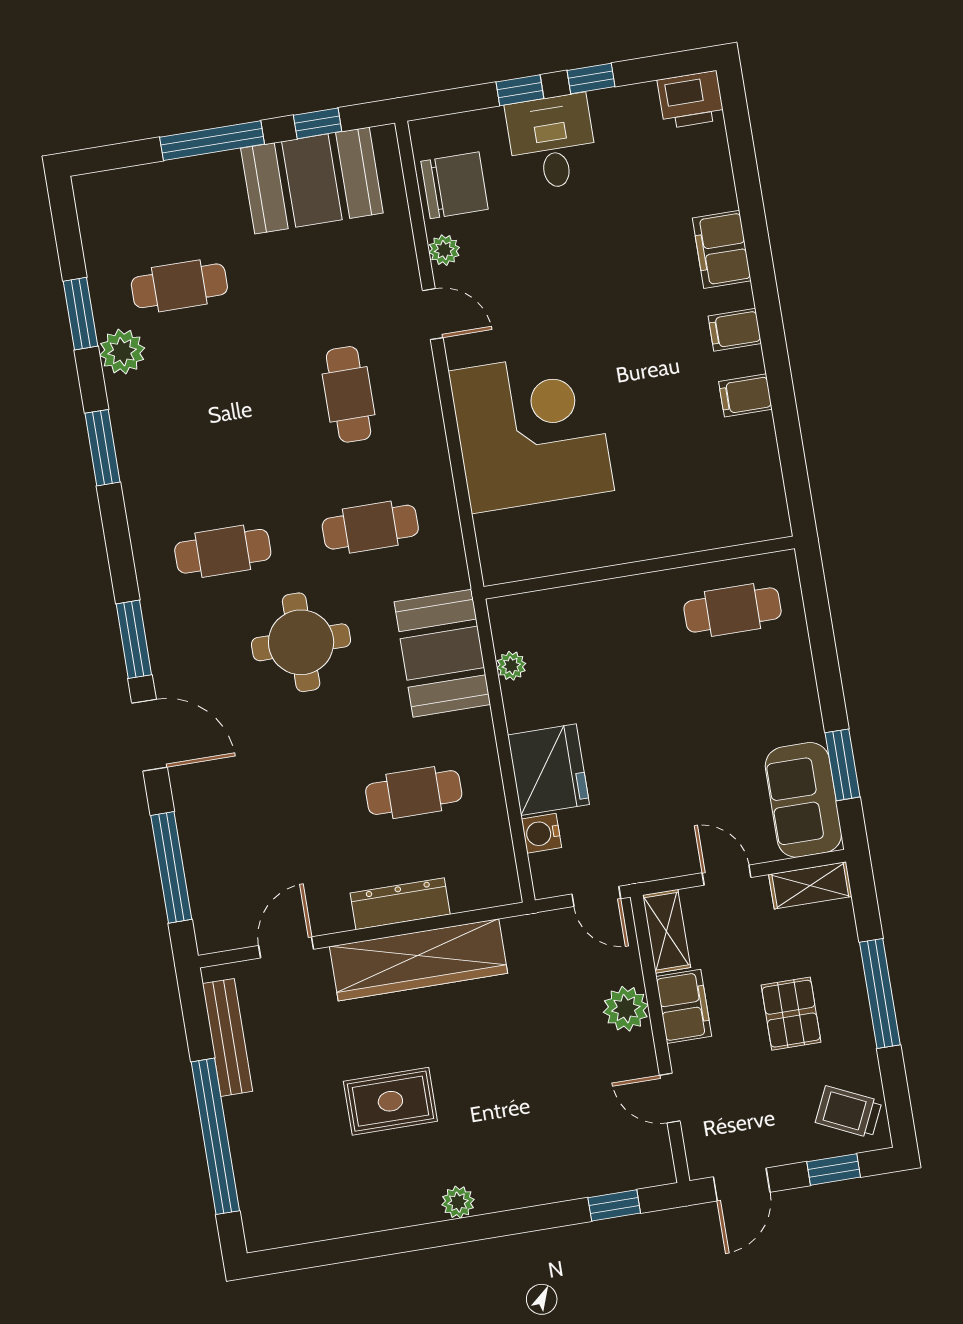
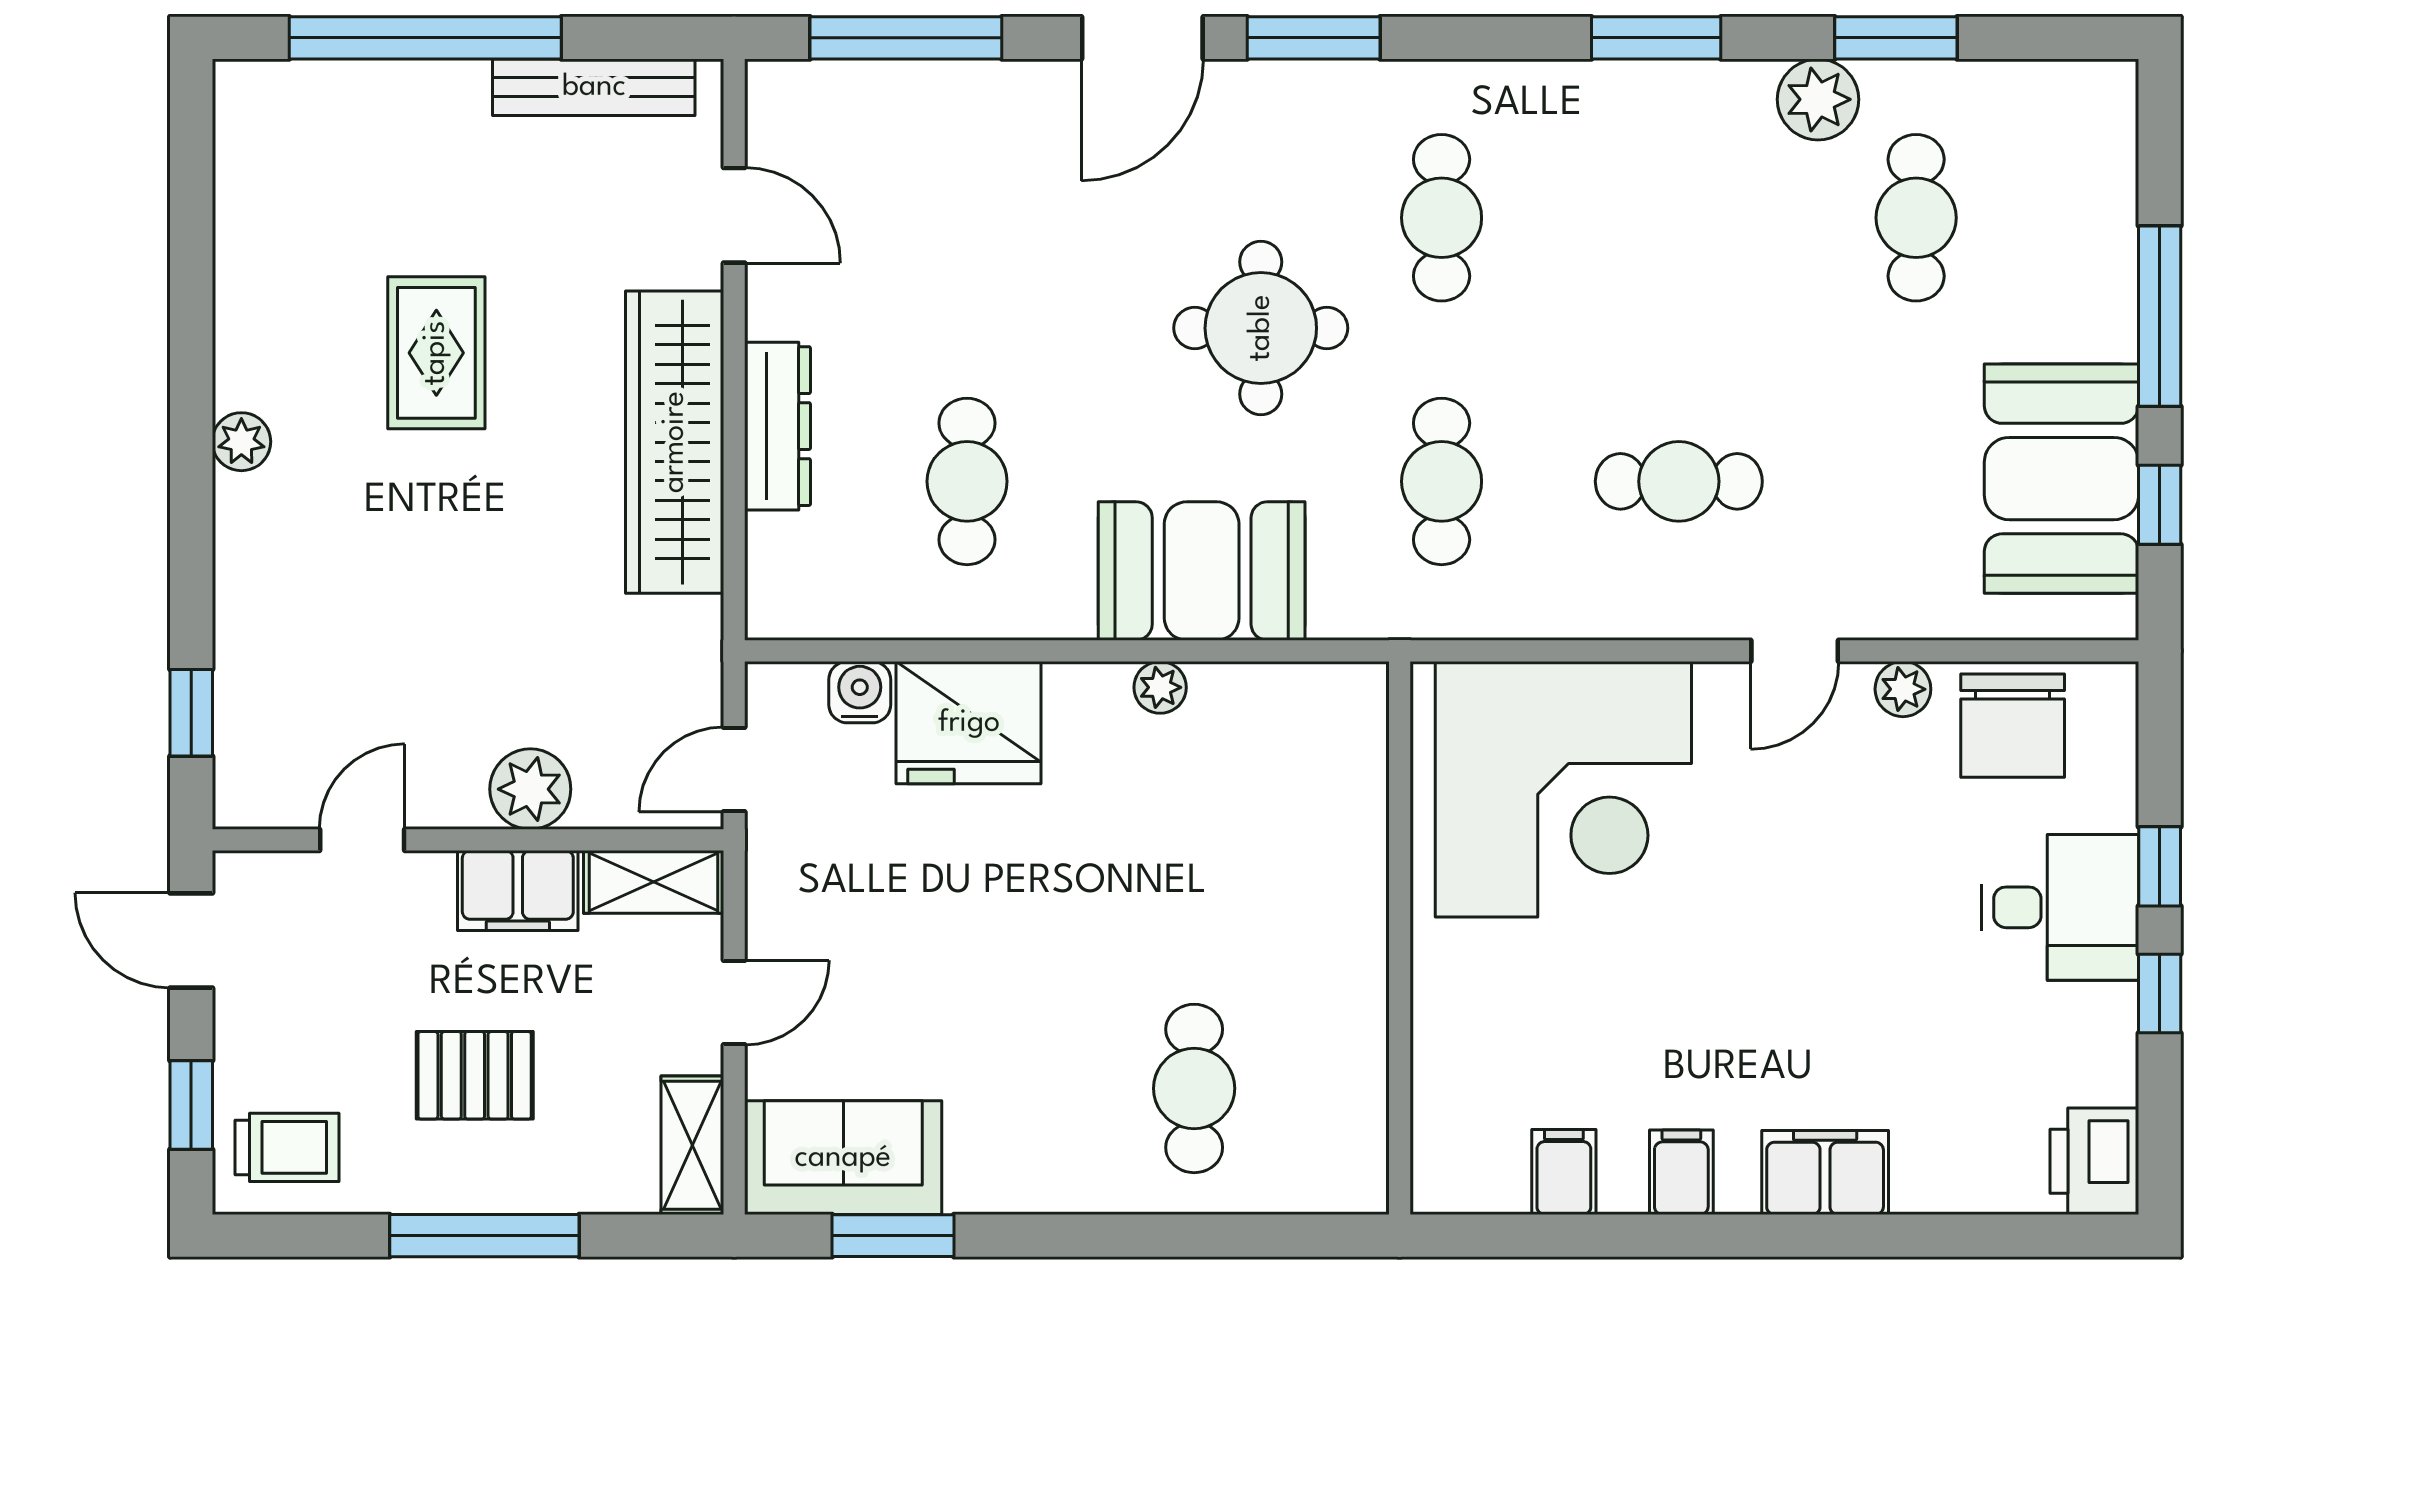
wall: (639, 568) -> (1400, 938), moved
trolley: (849, 1112) -> (287, 1147), turned 65

